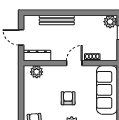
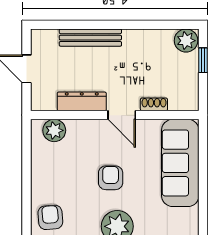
dresser: (37, 56) -> (82, 101), moved
door: (74, 63) -> (122, 115), swing flipped

